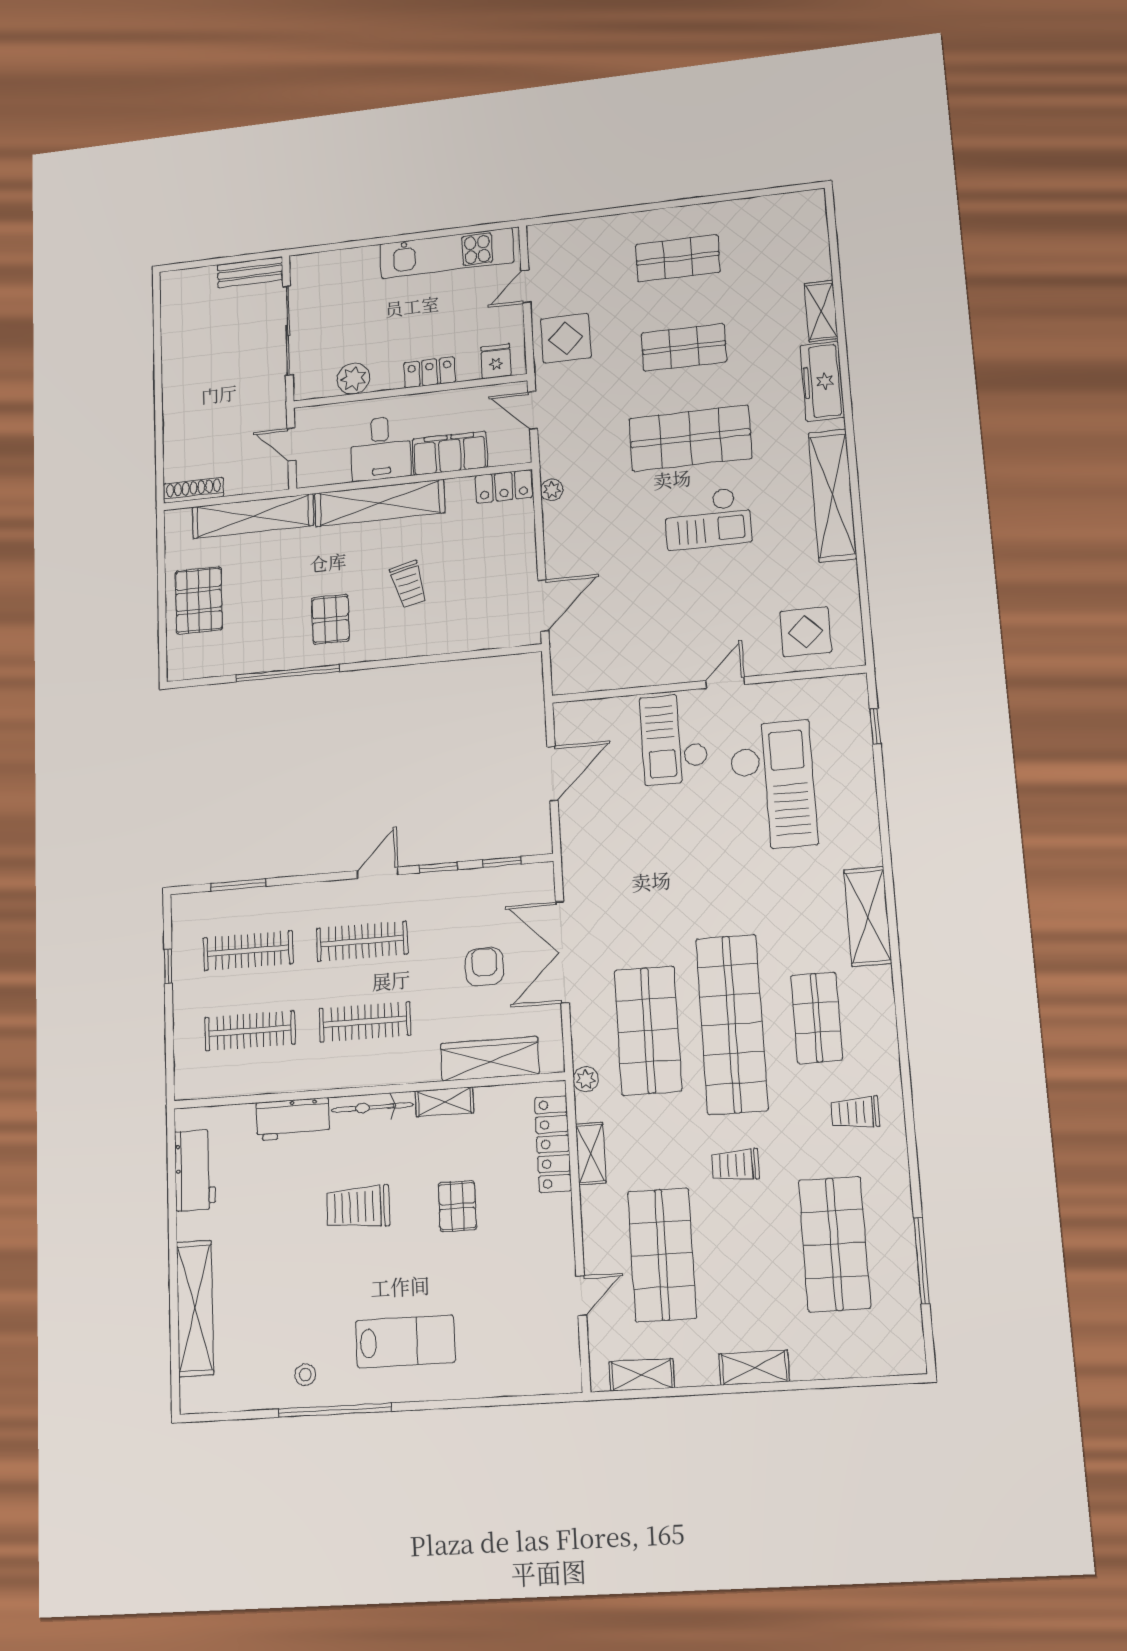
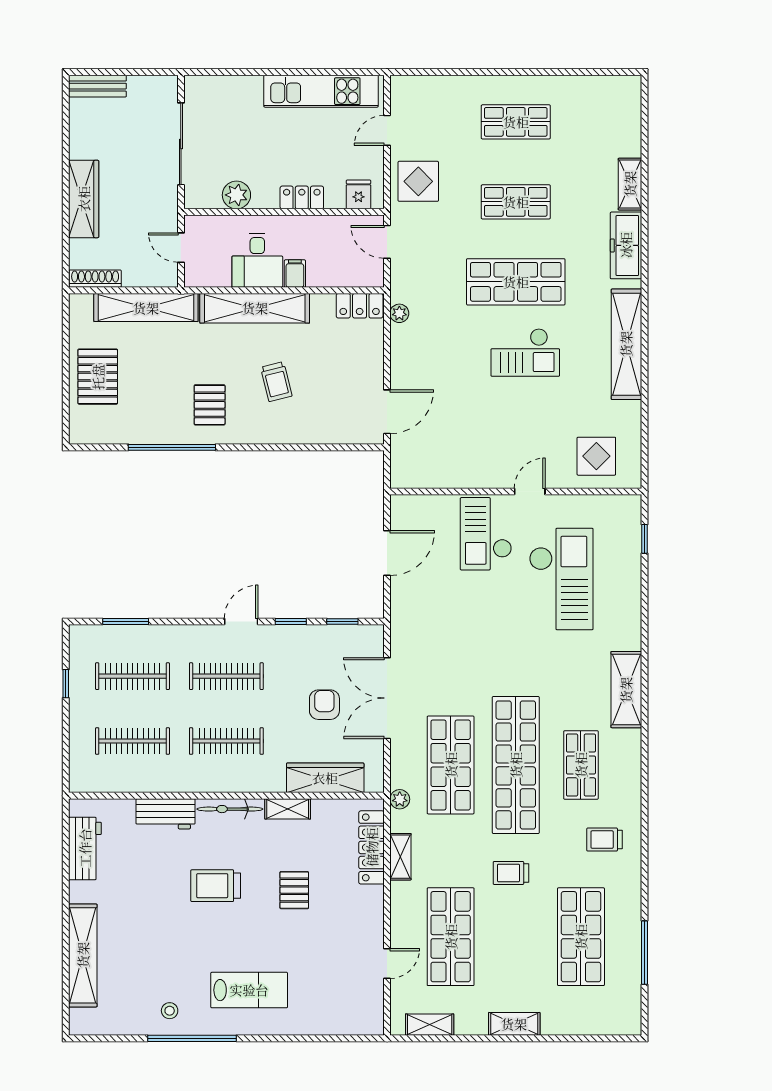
bench: (250, 272) -> (97, 86), moved
wardrobe: (179, 404) -> (84, 199), added
filing cabinet: (450, 453) -> (295, 274), width x0.33, depth x0.86

